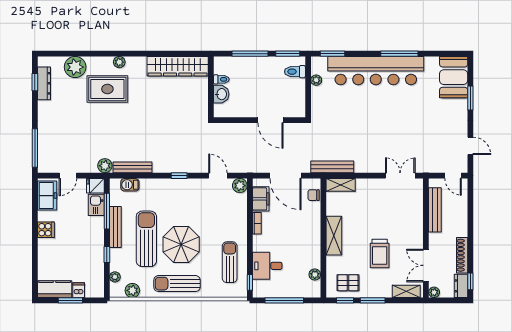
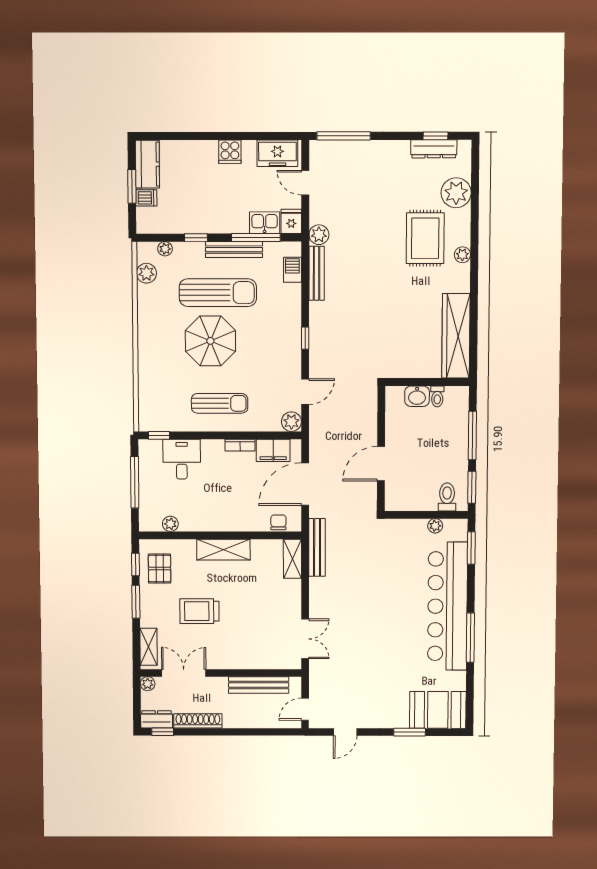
sun lounger: (230, 262) -> (220, 403), moved
sun lounger: (177, 284) -> (157, 335), removed

